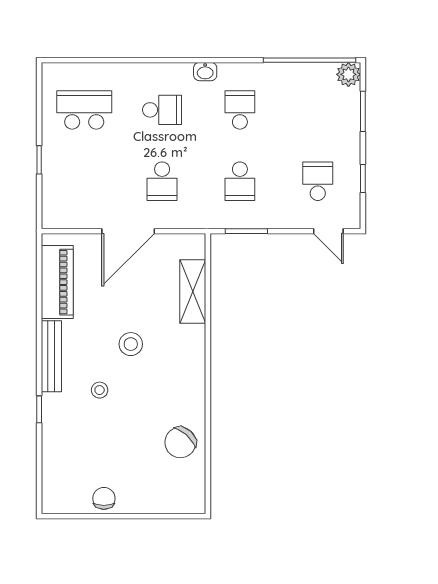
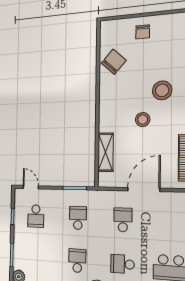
school desk: (240, 110) -> (77, 261), turned 180
stool: (100, 390) -> (162, 90), width x1.89, depth x1.89
chair: (104, 498) -> (143, 32), moved

